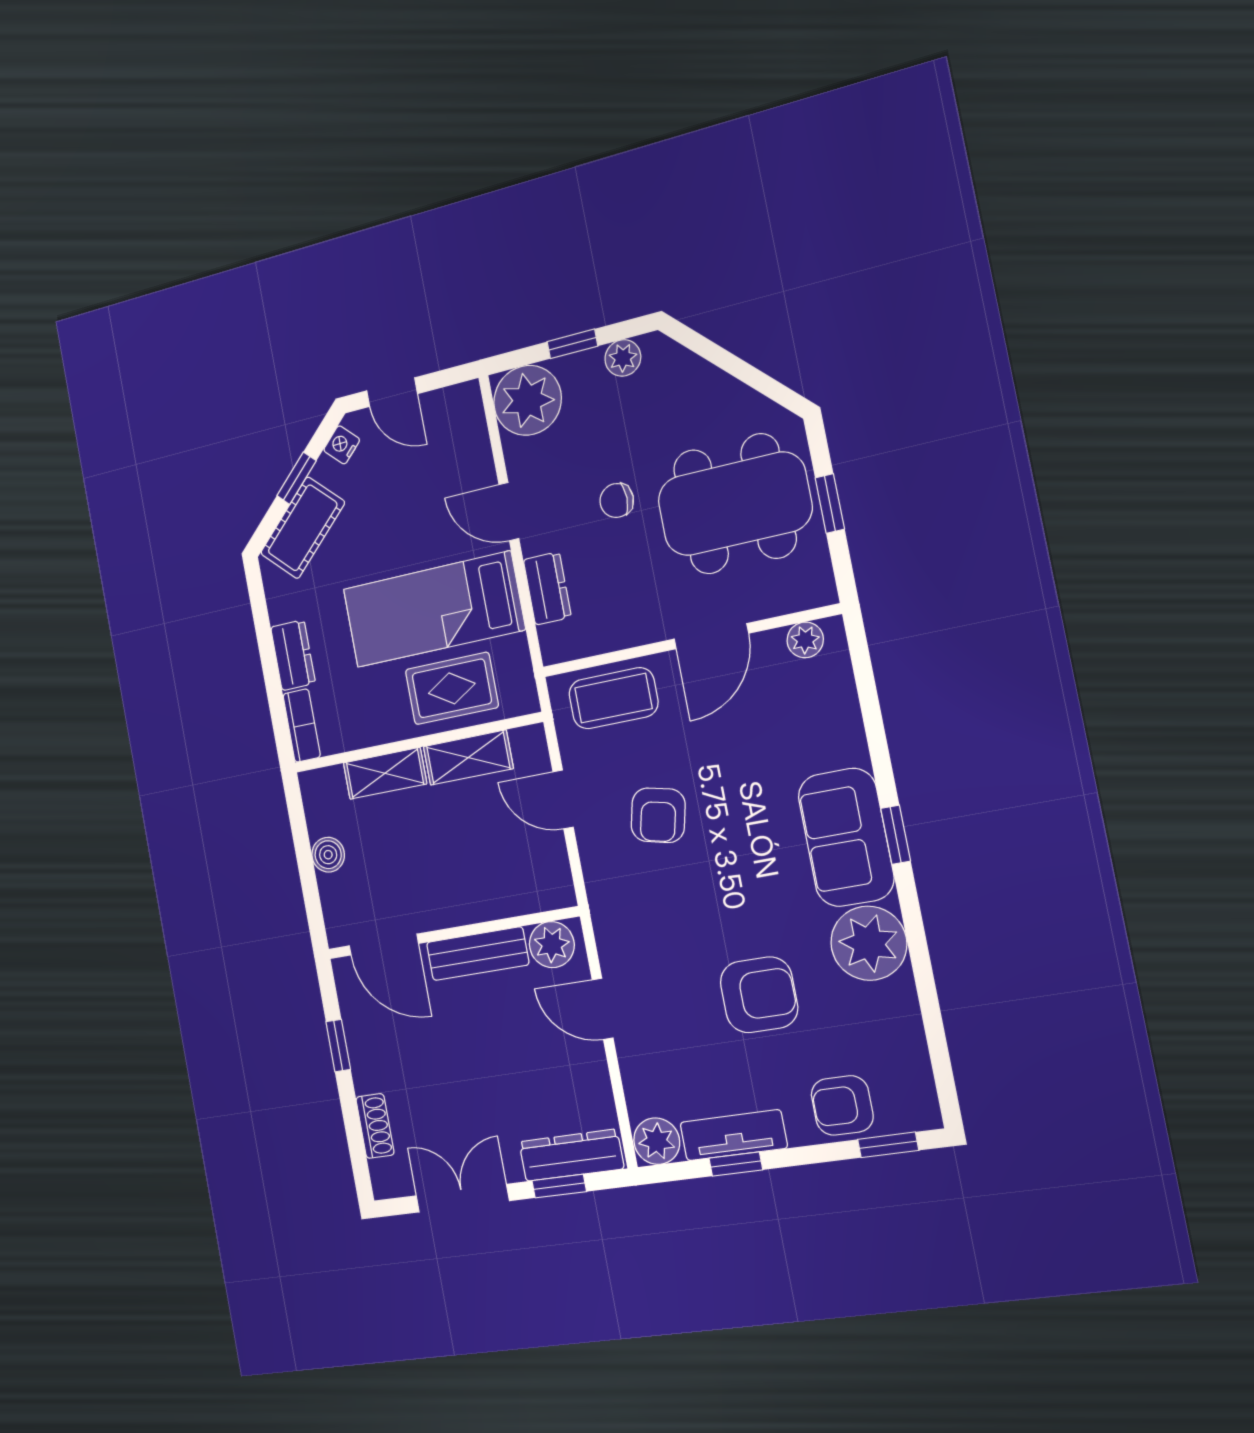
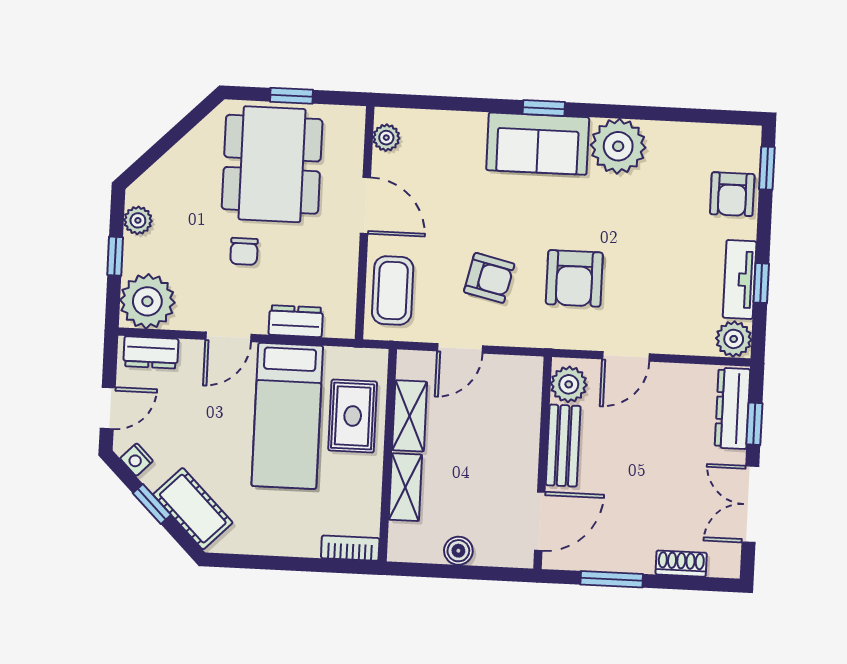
dresser: (293, 655) -> (151, 352), moved, turned 180
armchair: (759, 995) -> (574, 278), moved, turned 180
window: (338, 1046) -> (612, 579), width x1.50

